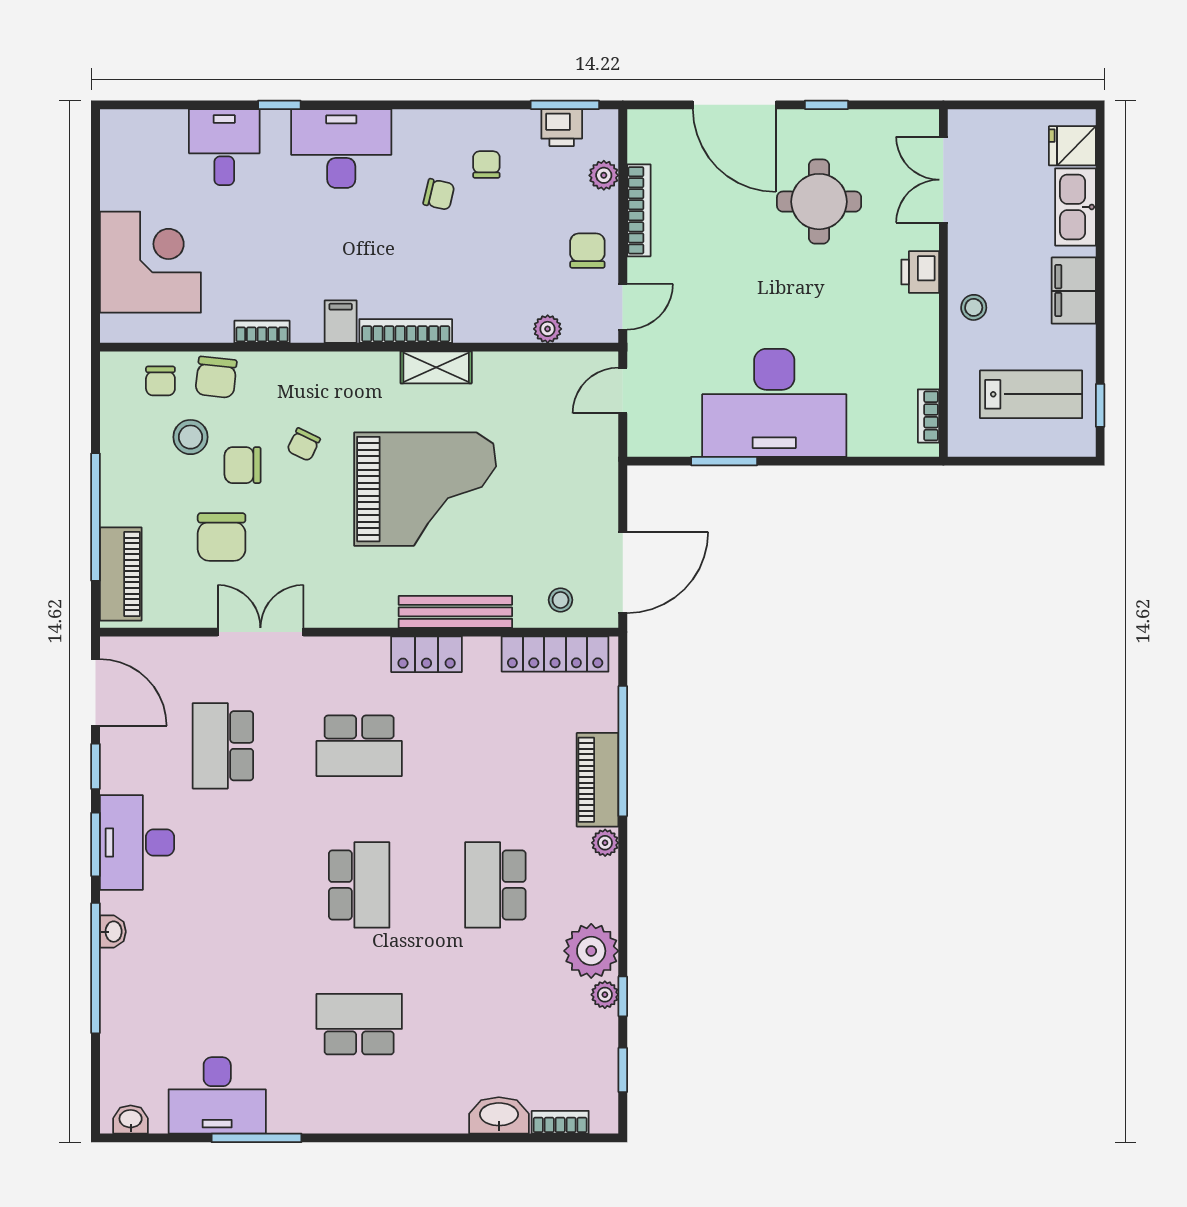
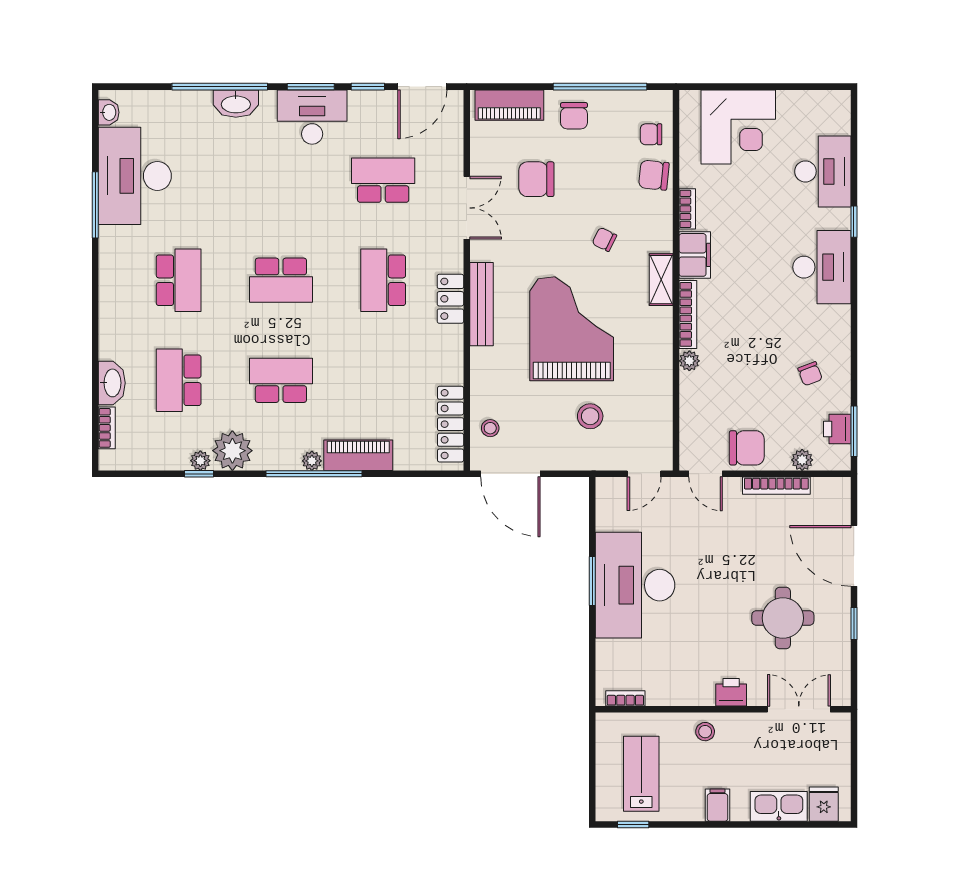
door: (734, 105) -> (854, 556), hinge flipped
desk: (224, 147) -> (823, 171), width x1.37
chair: (486, 164) -> (810, 374), turned 69
chair: (439, 194) -> (788, 339), removed
chair: (587, 251) -> (747, 448), width x1.37, depth x1.37
filing cabinet: (1074, 291) -> (717, 805), width x0.50
filing cabinet: (341, 322) -> (695, 255), width x2.00
plant: (548, 329) -> (689, 361), moved
shelving: (436, 367) -> (661, 280), moved
door: (623, 390) -> (644, 474), swing flipped
lab bench: (1031, 394) -> (641, 774), turned 180
stool: (190, 437) -> (590, 416), moved
window: (724, 461) -> (592, 581), moved
chair: (243, 465) -> (574, 116), moved, turned 180
grand piano: (425, 489) -> (572, 329), turned 180
window: (96, 517) -> (600, 87), moved
bench: (455, 612) -> (481, 304), moved
locker: (427, 654) -> (450, 299), moved
window: (623, 751) -> (314, 474), moved
washbasin: (113, 932) -> (236, 104), width x1.91, depth x1.45
school desk: (495, 1024) -> (179, 380), added
window: (623, 1070) -> (145, 474), removed
desk: (217, 1095) -> (135, 176), width x1.36, depth x1.30

